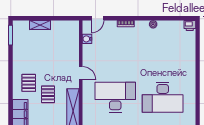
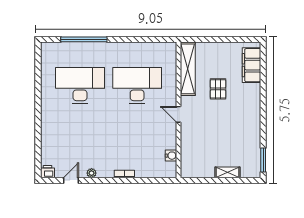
door: (97, 18) -> (71, 181), moved
pallet: (29, 83) -> (241, 103), removed
desk: (115, 97) -> (137, 86), turned 180

